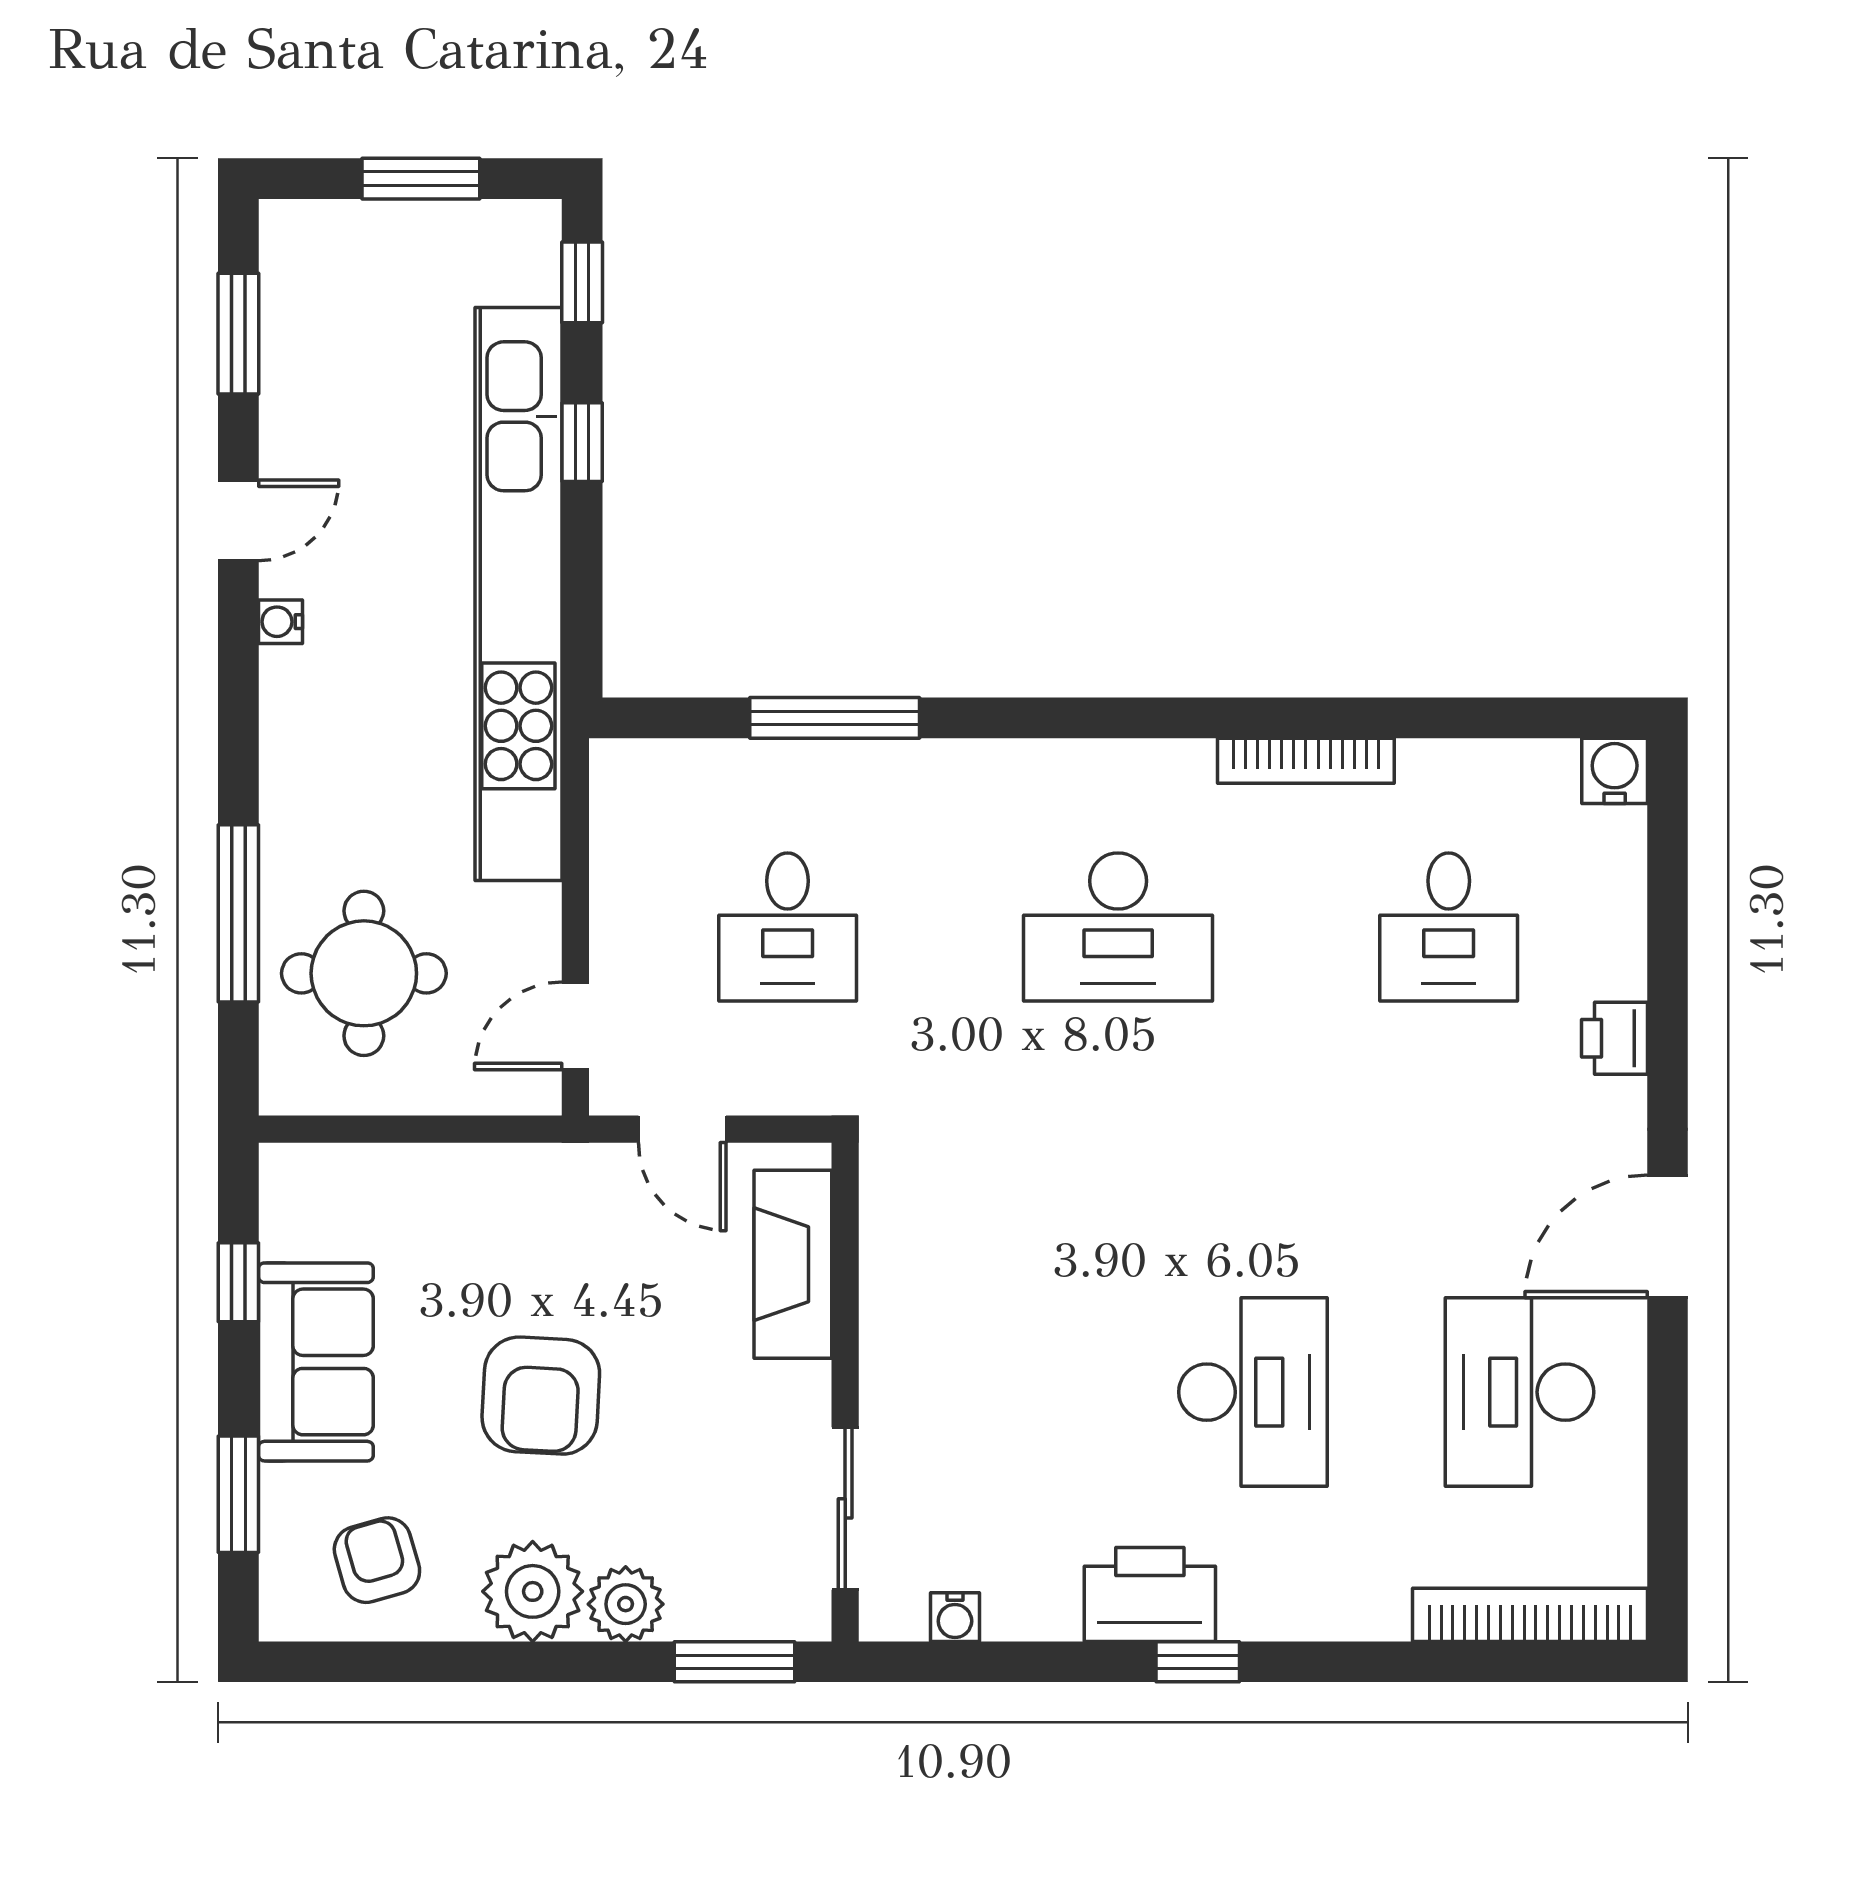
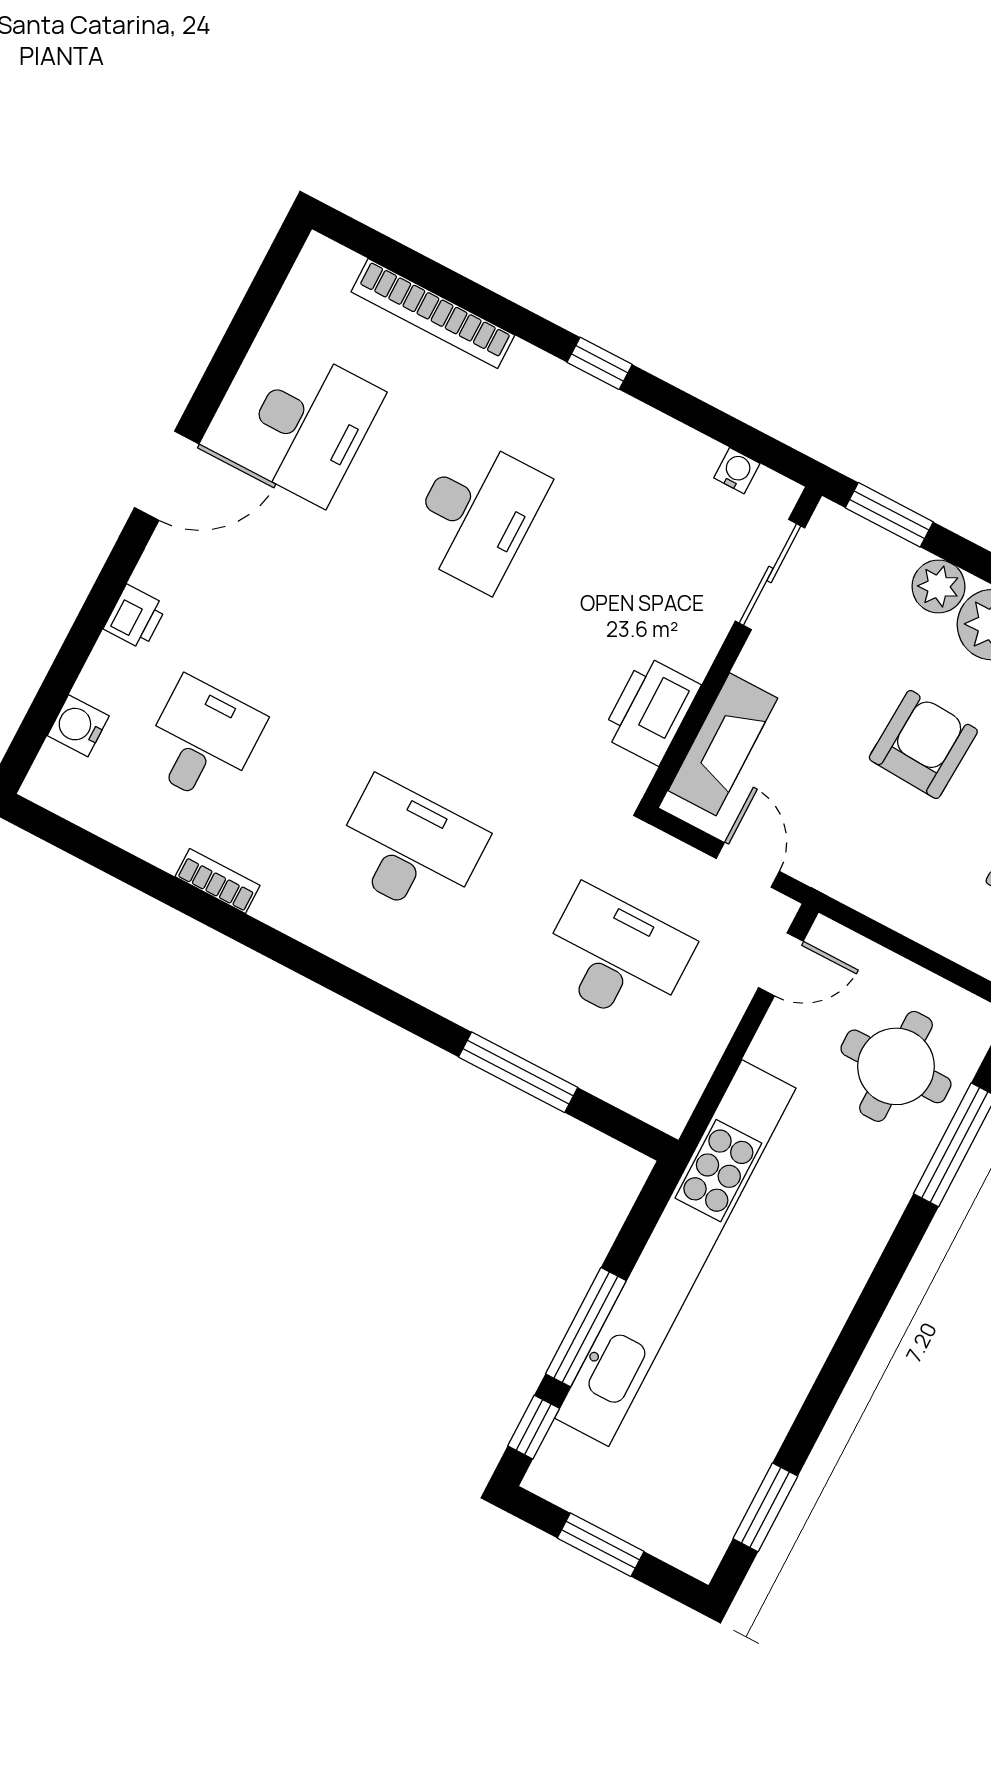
window: (582, 442) -> (586, 1327), width x2.17
door: (238, 520) -> (826, 1391), removed
water cooler: (280, 622) -> (833, 1314), removed
bookcase: (1306, 761) -> (218, 881), width x0.64
water cooler: (1615, 771) -> (78, 726), moved, turned 90
desk: (788, 927) -> (616, 957), width x1.37
desk: (1253, 1392) -> (477, 514), turned 180
printer: (1150, 1594) -> (651, 710), moved, turned 90
bookcase: (1530, 1615) -> (433, 314), moved

